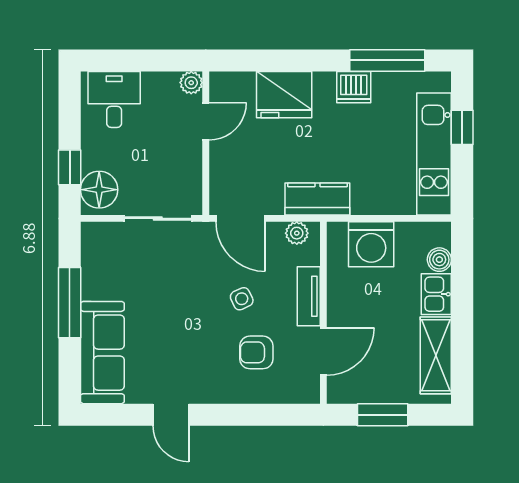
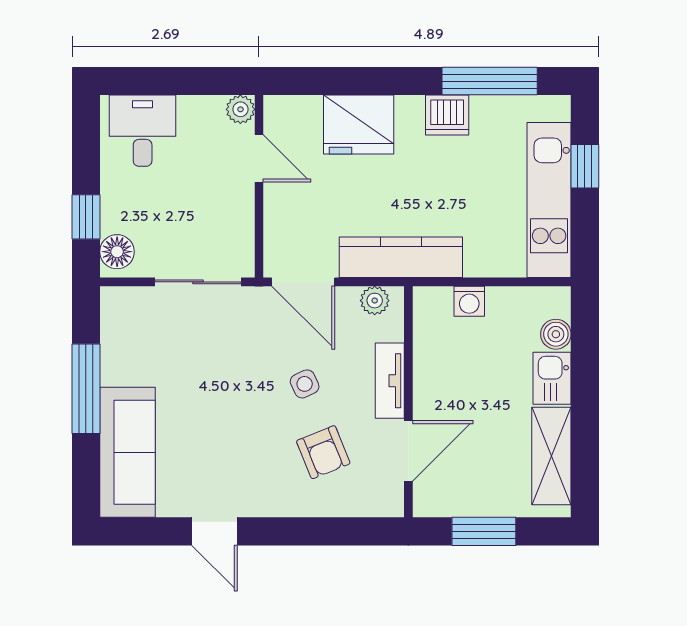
door: (206, 121) -> (259, 158), hinge flipped
floor lamp: (99, 190) -> (117, 252), width x0.73, depth x0.73
kitchen counter: (317, 199) -> (401, 257), width x1.50
washing machine: (371, 244) -> (469, 301), width x0.53, depth x0.53
armchair: (256, 352) -> (323, 452), turned -112

